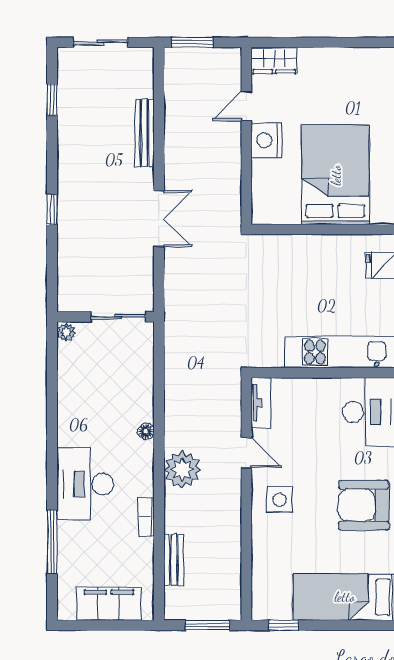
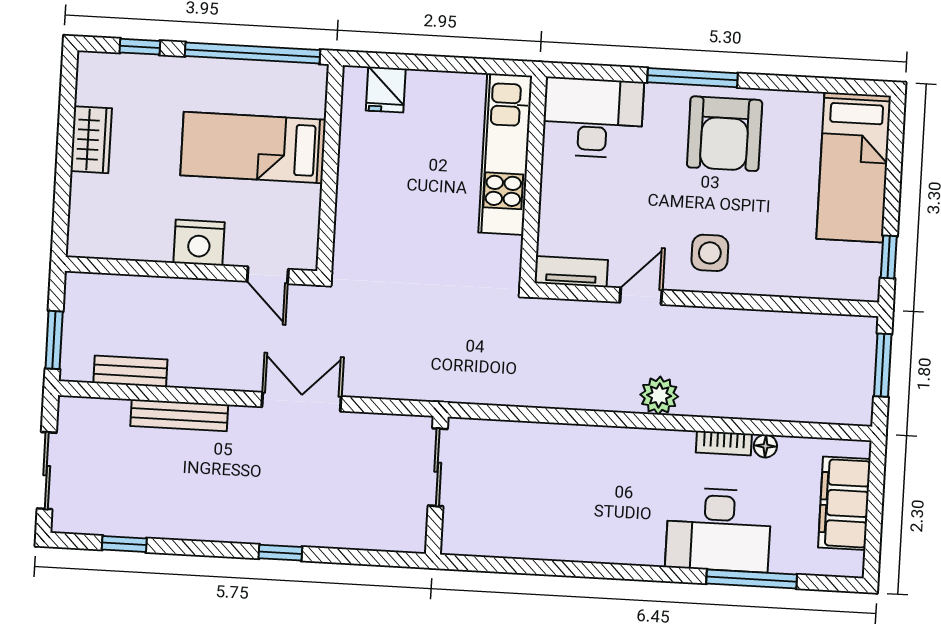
wardrobe: (274, 61) -> (91, 140), moved
door: (246, 106) -> (268, 275), moved
bed: (336, 175) -> (253, 148), width x0.67
plant: (66, 332) -> (456, 543), removed
floor lamp: (146, 431) -> (765, 446), moved
plant: (182, 469) -> (659, 395), width x0.73, depth x0.73
desk: (85, 484) -> (718, 530), moved
bench: (174, 560) -> (130, 371), moved

